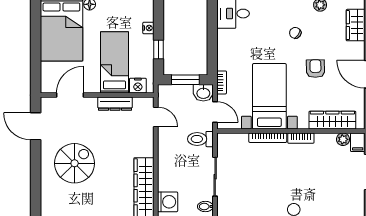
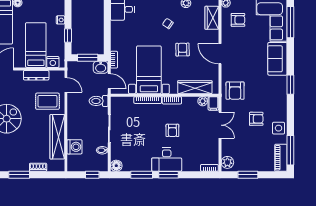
rug: (130, 139) -> (47, 101), added
armchair: (302, 179) -> (172, 130), added

